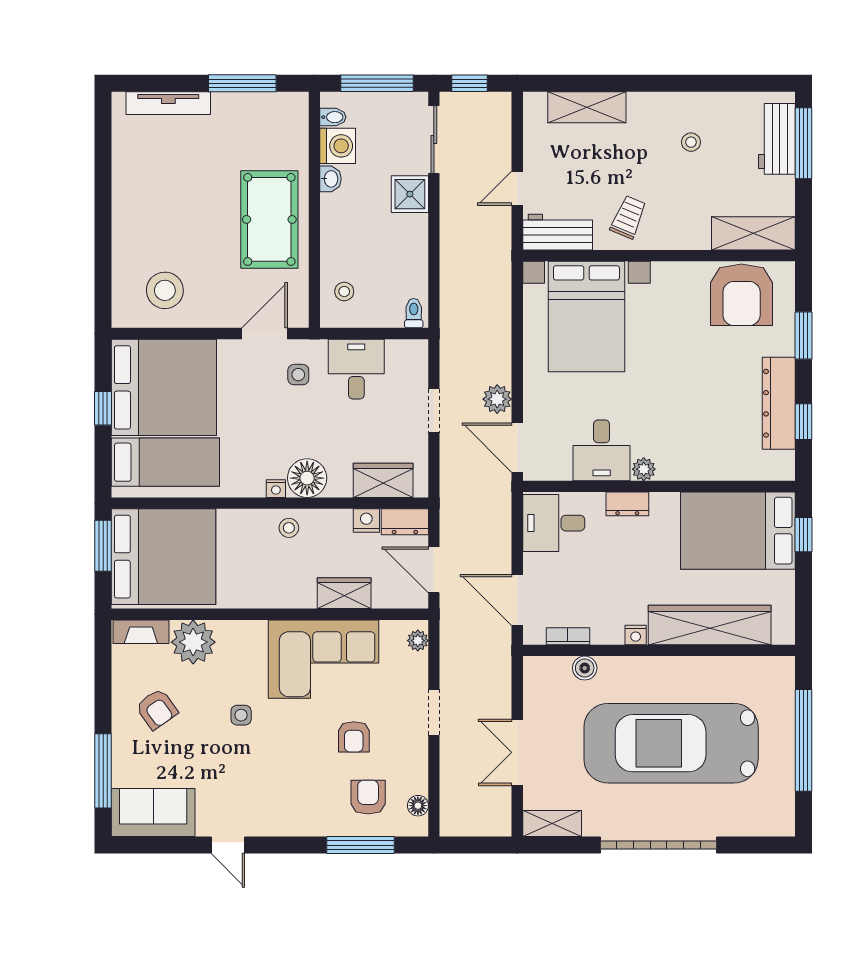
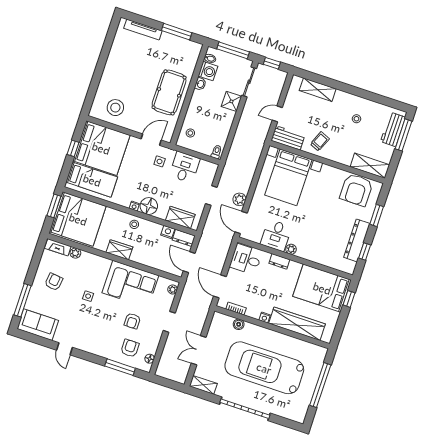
wardrobe: (344, 593) -> (119, 250), moved
plant: (193, 642) -> (75, 253), width x0.53, depth x0.53
armchair: (157, 709) -> (54, 282), turned -138

